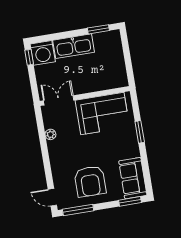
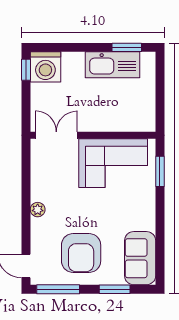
kitchen sink: (74, 46) -> (113, 65), moved
window: (140, 132) -> (160, 171), moved
plant: (50, 134) -> (38, 210), moved
window: (130, 201) -> (115, 289), moved

